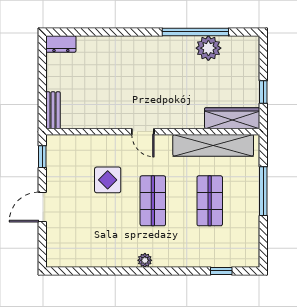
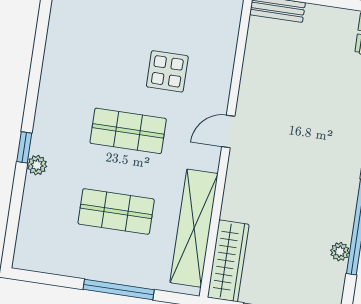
plant: (208, 48) -> (340, 252), width x0.53, depth x0.53
plant: (145, 260) -> (37, 165), moved
window: (221, 271) -> (24, 147), moved

